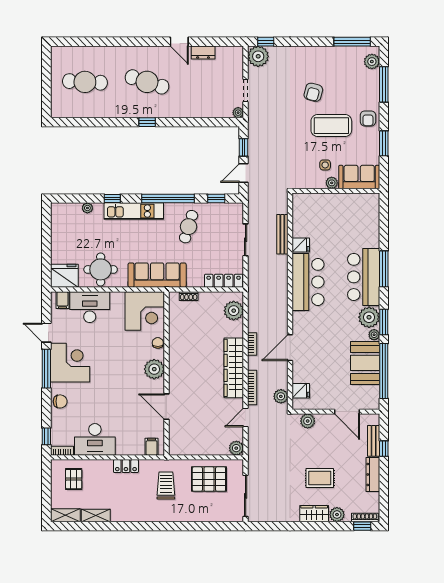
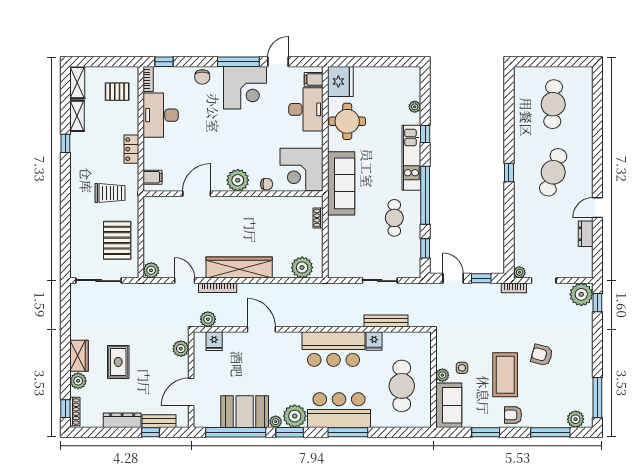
cafe table: (342, 220) -> (402, 386), added
cafe table: (189, 227) -> (394, 218), turned 73
locker: (224, 281) -> (335, 256), removed
bookcase: (252, 344) -> (514, 288), moved
window: (121, 526) -> (65, 143), added

